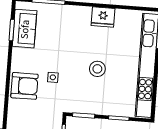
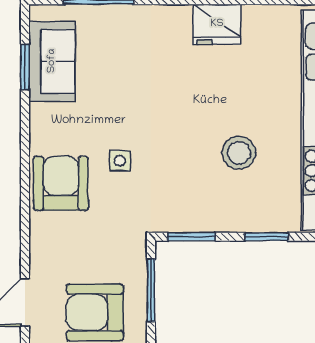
stool: (97, 69) -> (239, 153), moved
armchair: (24, 86) -> (61, 183), turned -90

